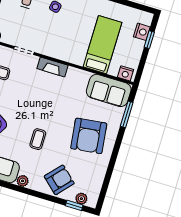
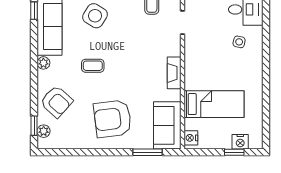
fireplace: (52, 67) -> (174, 73), moved

